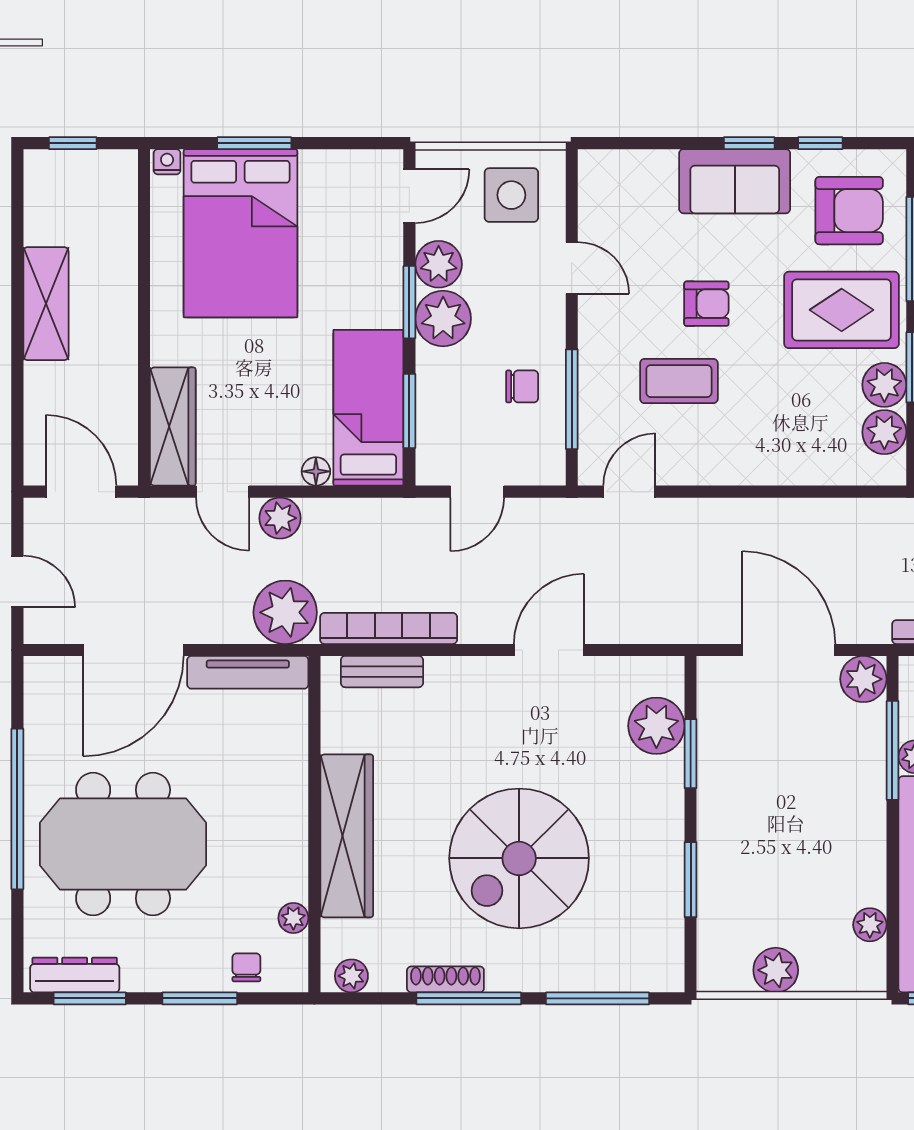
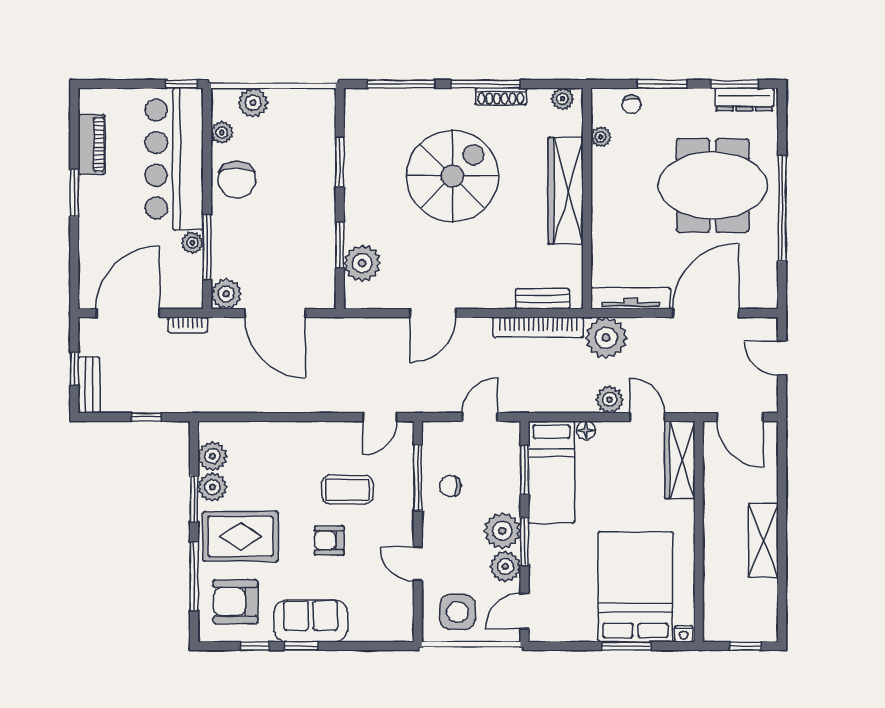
chair: (847, 853) -> (237, 180), added
plant: (776, 970) -> (253, 103), moved

